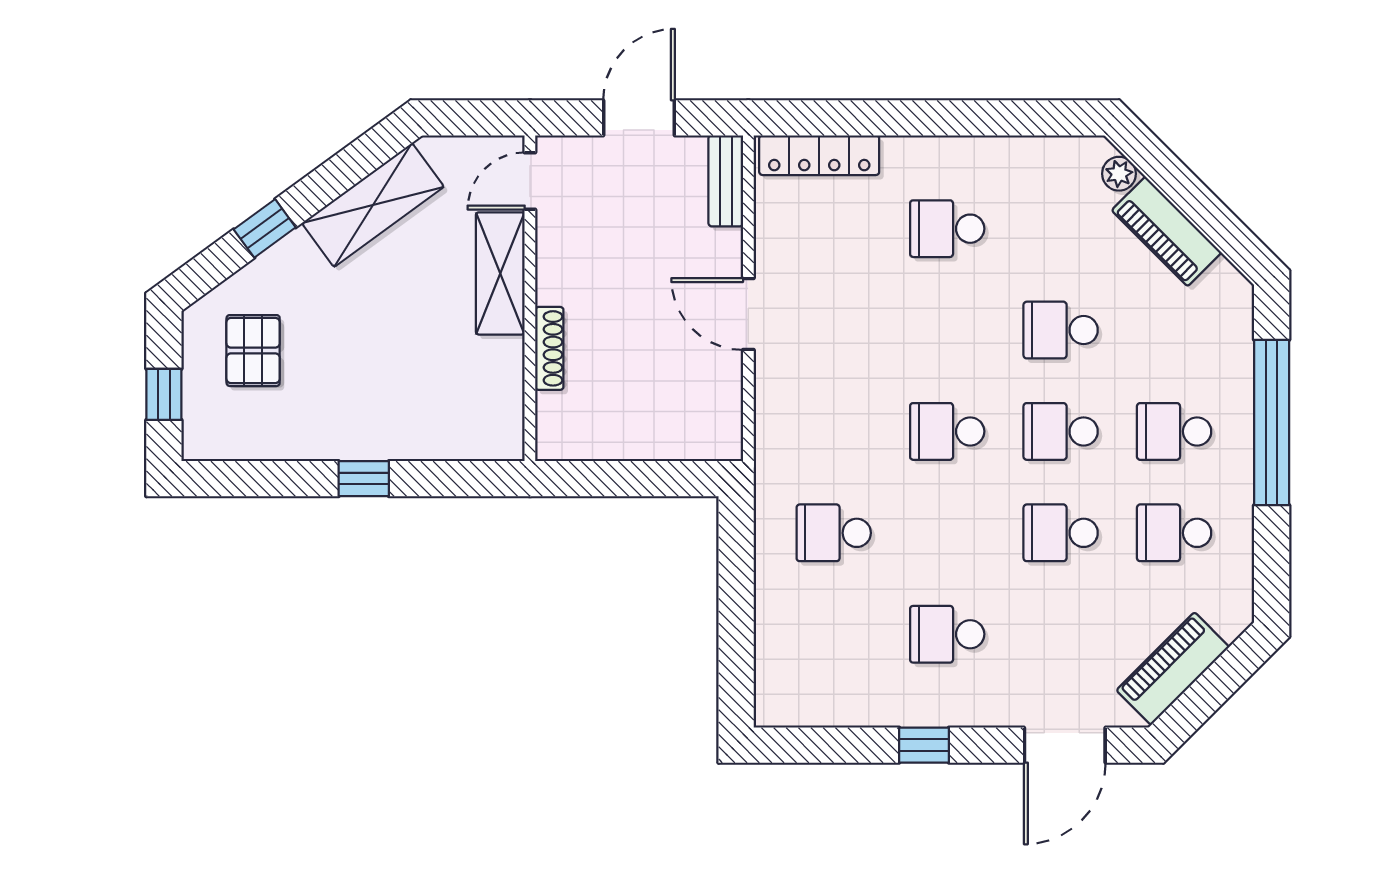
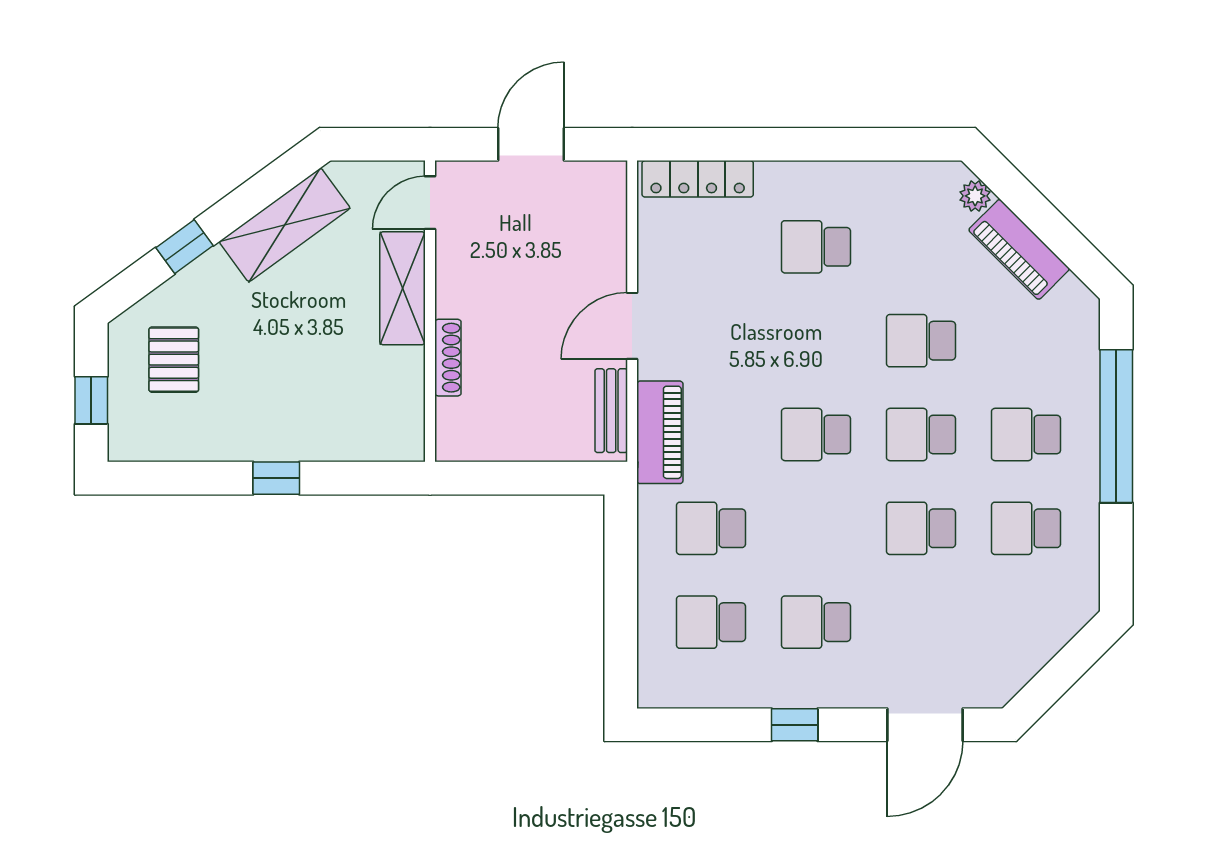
bench: (726, 181) -> (611, 411), moved
door: (748, 314) -> (632, 326), hinge flipped
school desk: (834, 634) -> (711, 622), added
piano: (1173, 669) -> (660, 432), moved, turned 135

